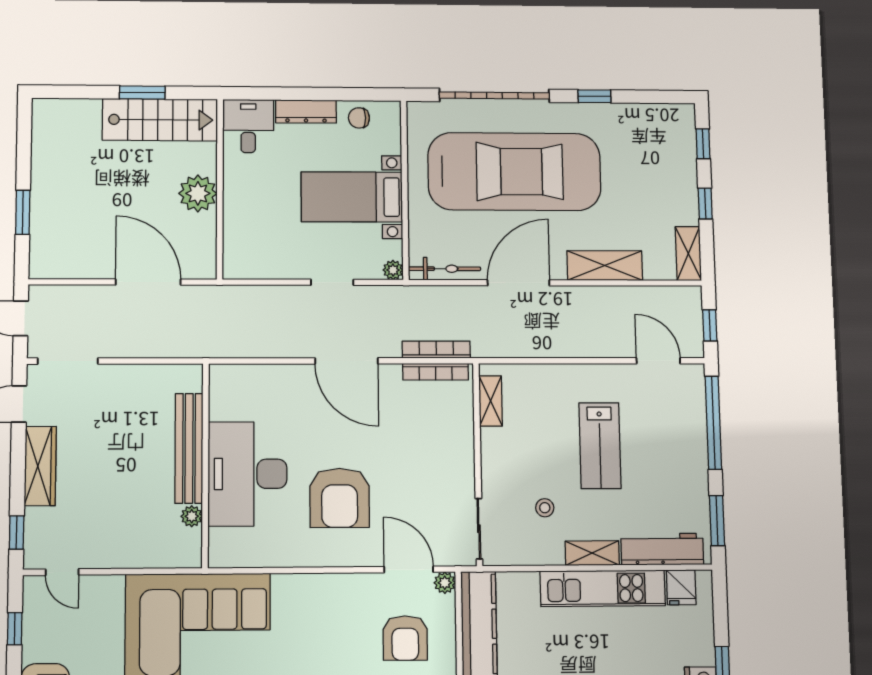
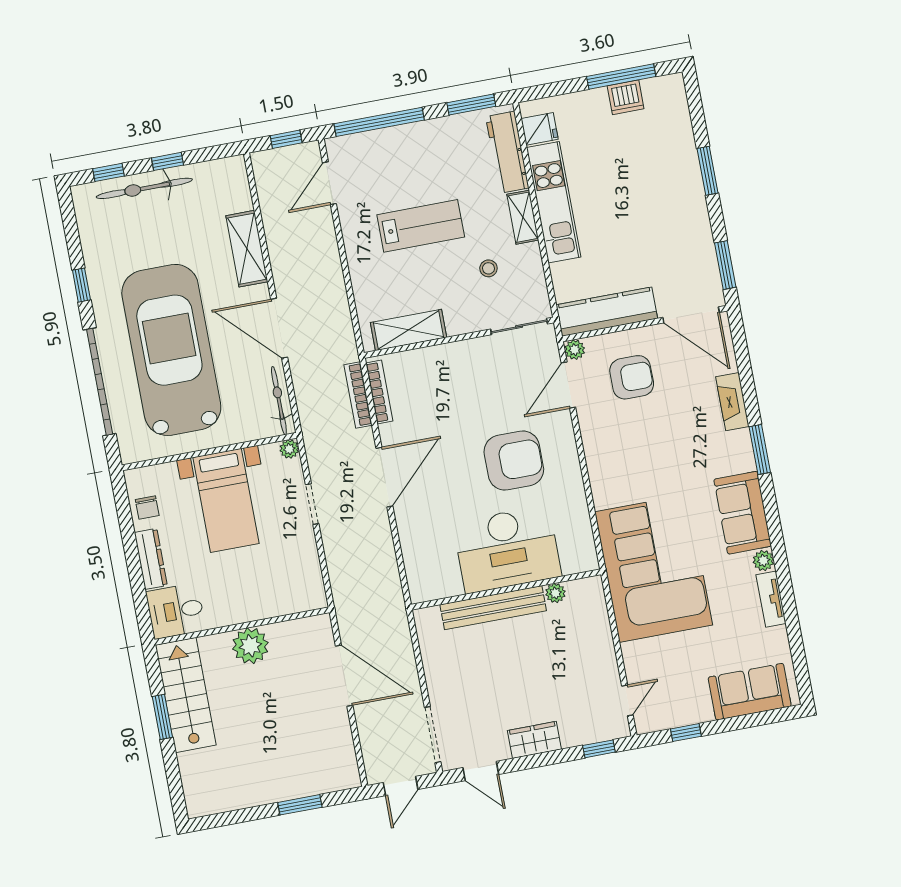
bicycle: (682, 176) -> (144, 188), added
shelving: (688, 254) -> (220, 170), removed
door: (148, 282) -> (344, 676), swing flipped
shelving: (491, 401) -> (408, 330), width x1.50, depth x1.33
wardrobe: (40, 466) -> (534, 740), width x0.67

